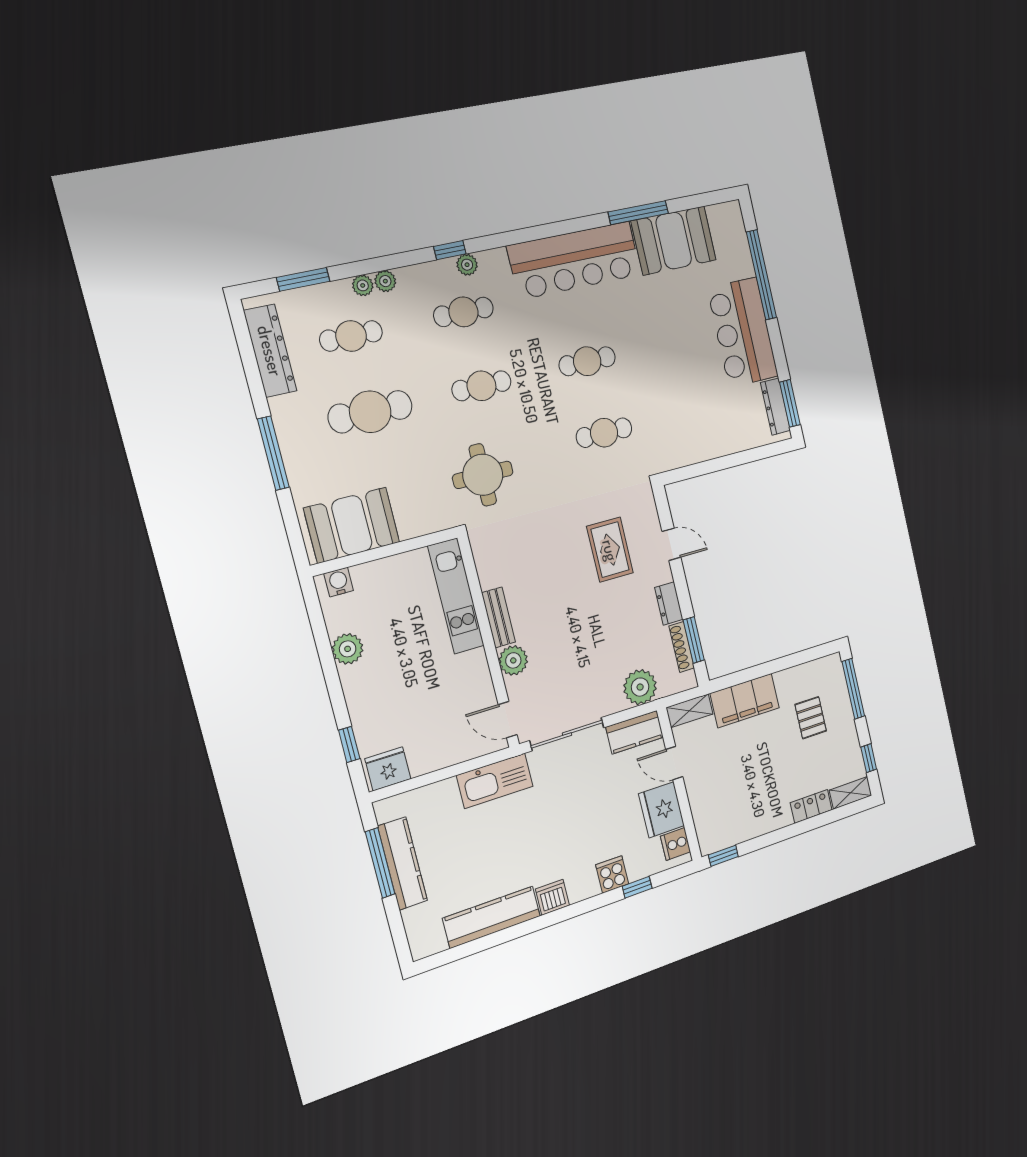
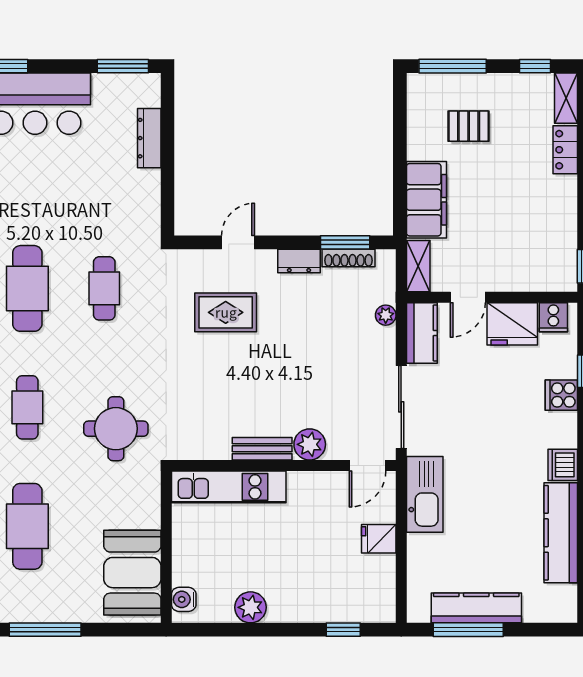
cafe table: (587, 361) -> (27, 288), width x1.37, depth x1.35
dresser: (775, 407) -> (149, 138), moved, turned 90
plant: (640, 687) -> (386, 315), width x0.53, depth x0.53
fridge: (388, 769) -> (379, 539), moved, width x0.72

